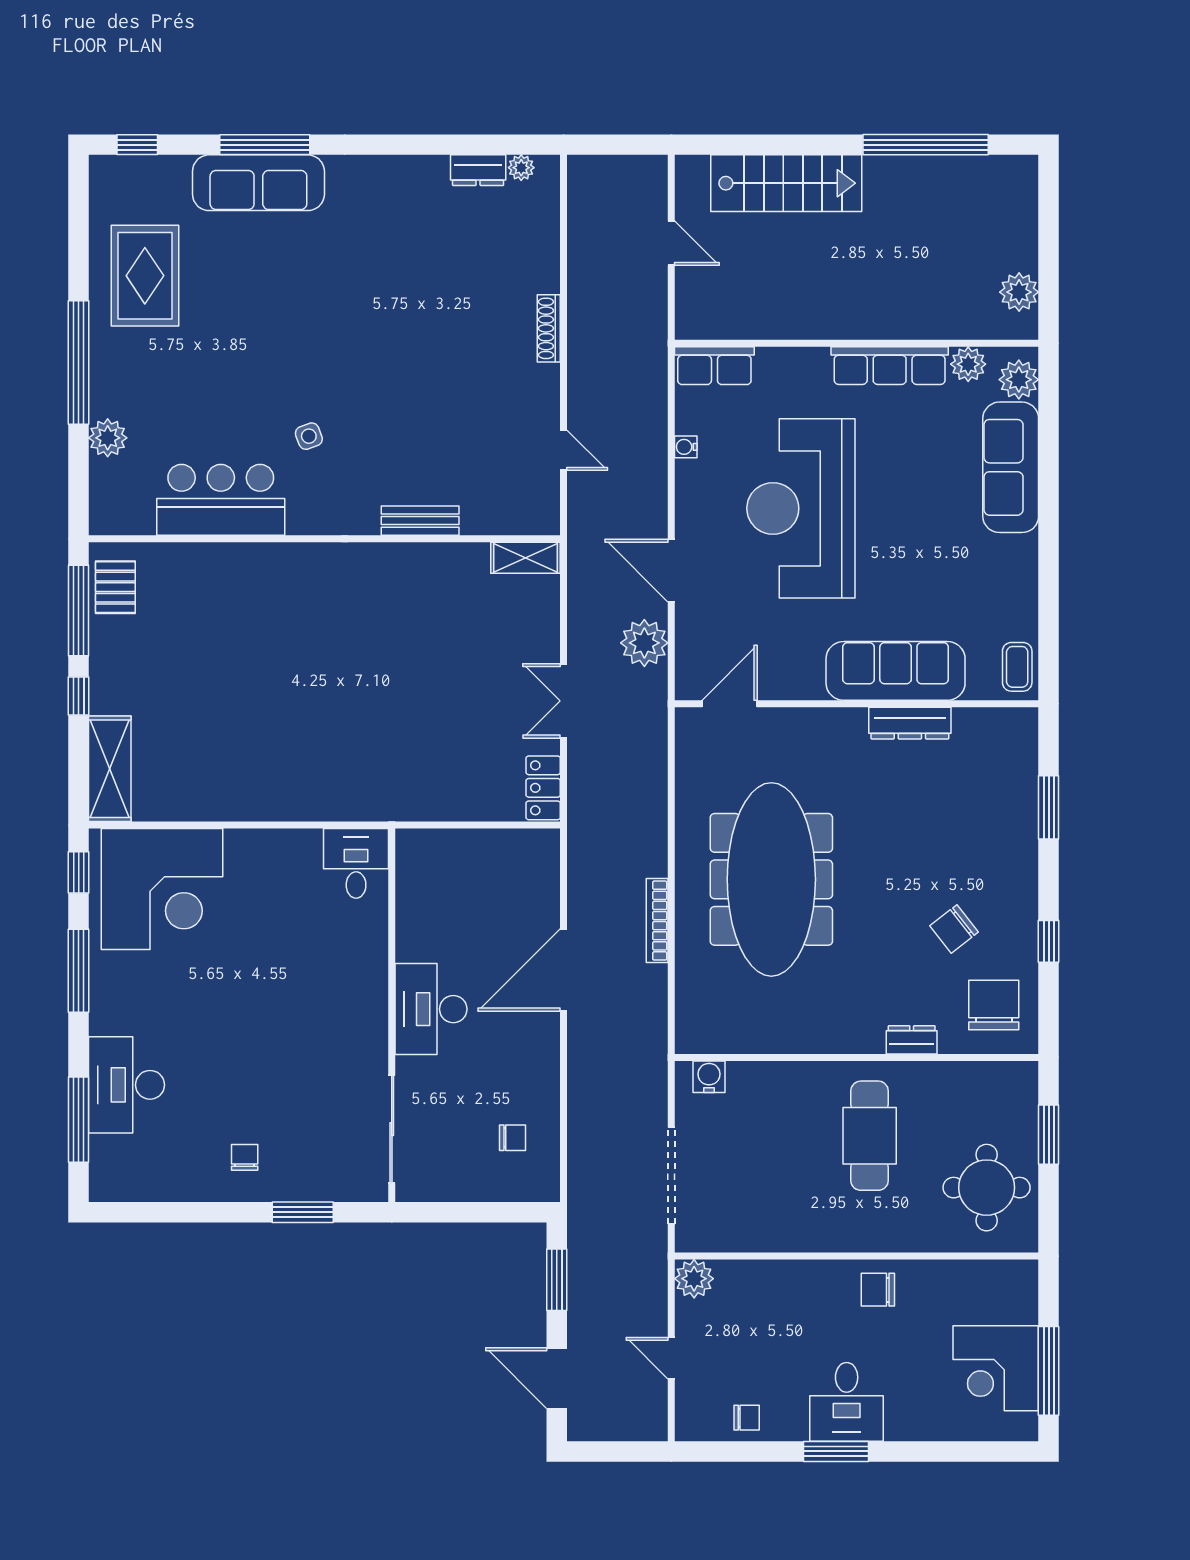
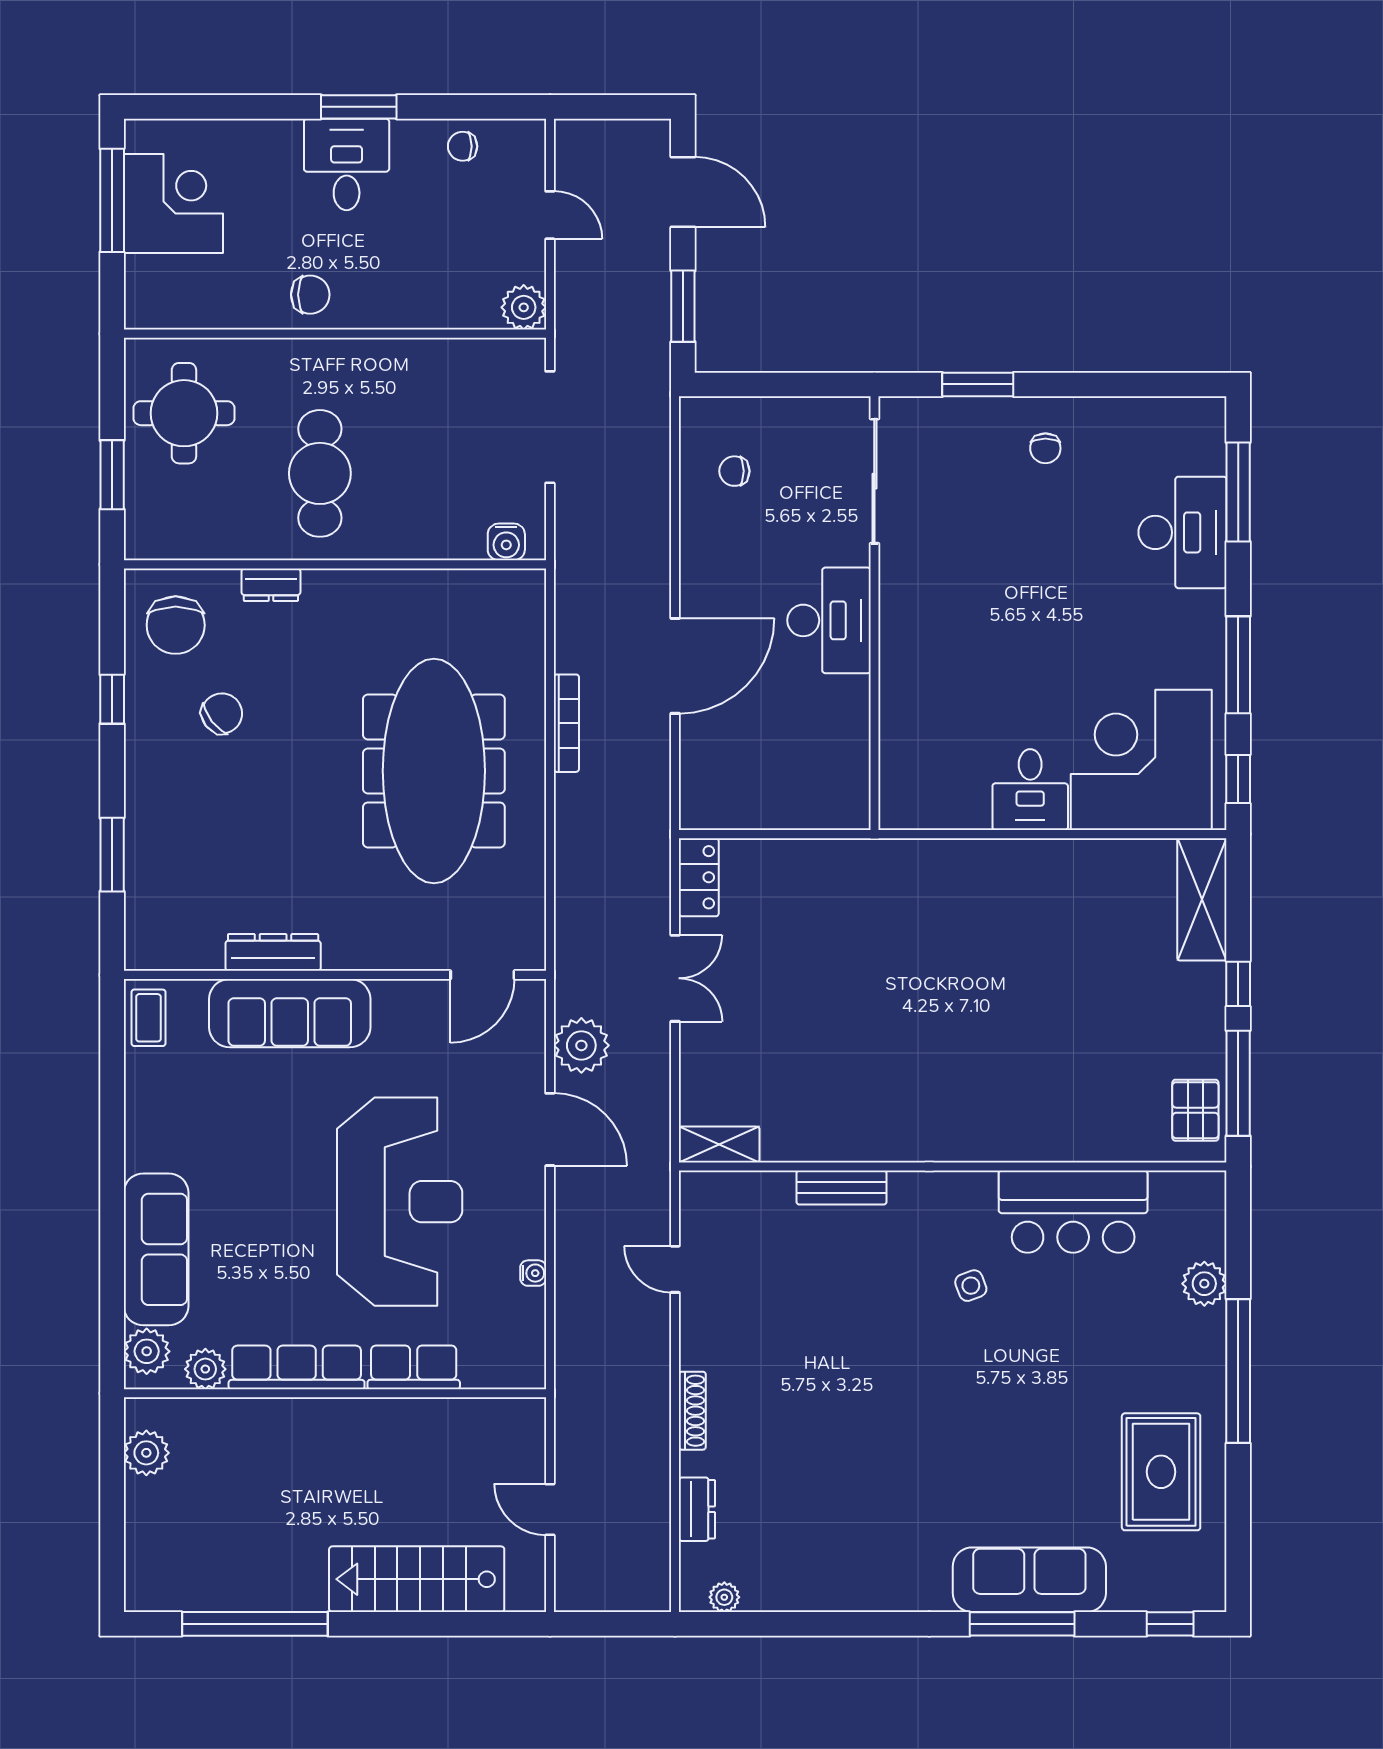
dresser: (478, 170) -> (697, 1509), moved, turned 90
row of seats: (714, 366) -> (414, 1367), moved
desk: (356, 863) -> (1030, 790), moved

